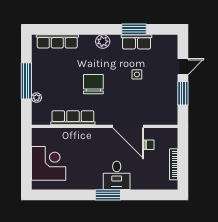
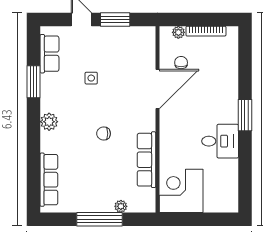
row of seats: (137, 42) -> (50, 54), moved
chair: (93, 84) -> (104, 134), width x0.54, depth x0.54
plant: (173, 143) -> (178, 32), added
corner desk: (49, 163) -> (181, 191), moved
desk: (117, 175) -> (220, 141), moved

